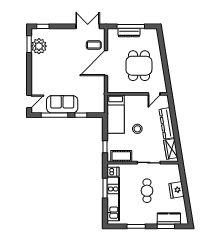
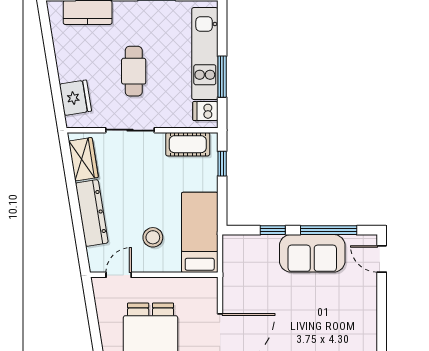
door: (29, 102) -> (382, 259), hinge flipped
stool: (137, 129) -> (153, 237), moved
fridge: (176, 190) -> (75, 98), moved

